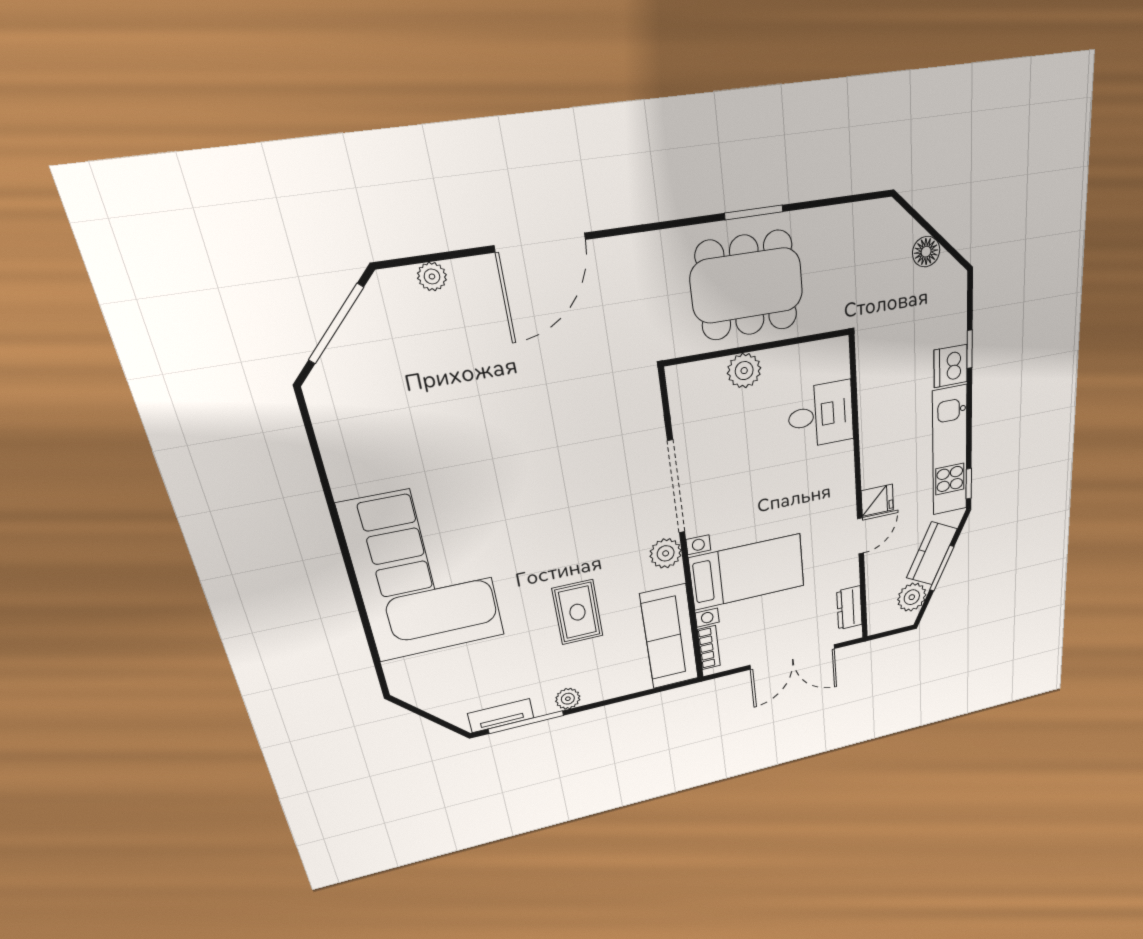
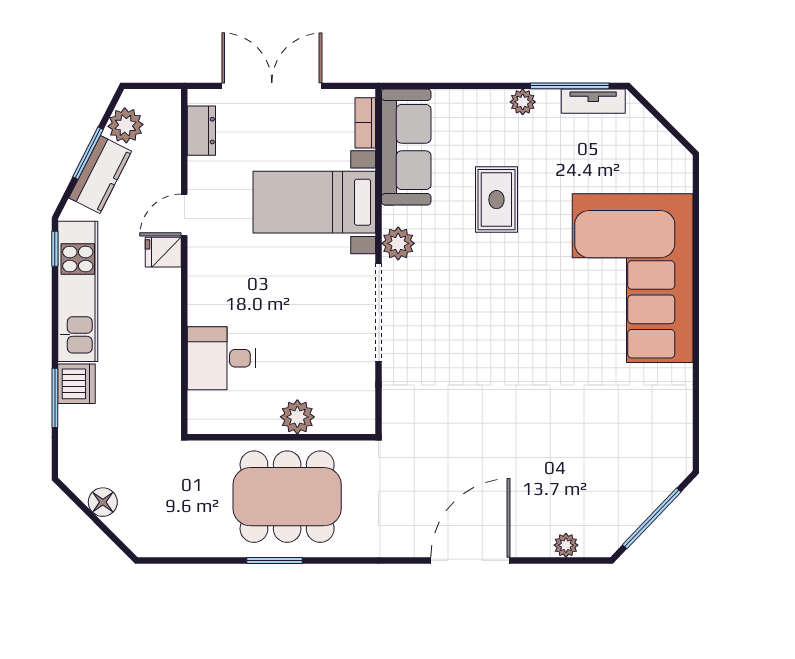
window: (970, 349) -> (55, 398), width x1.50

